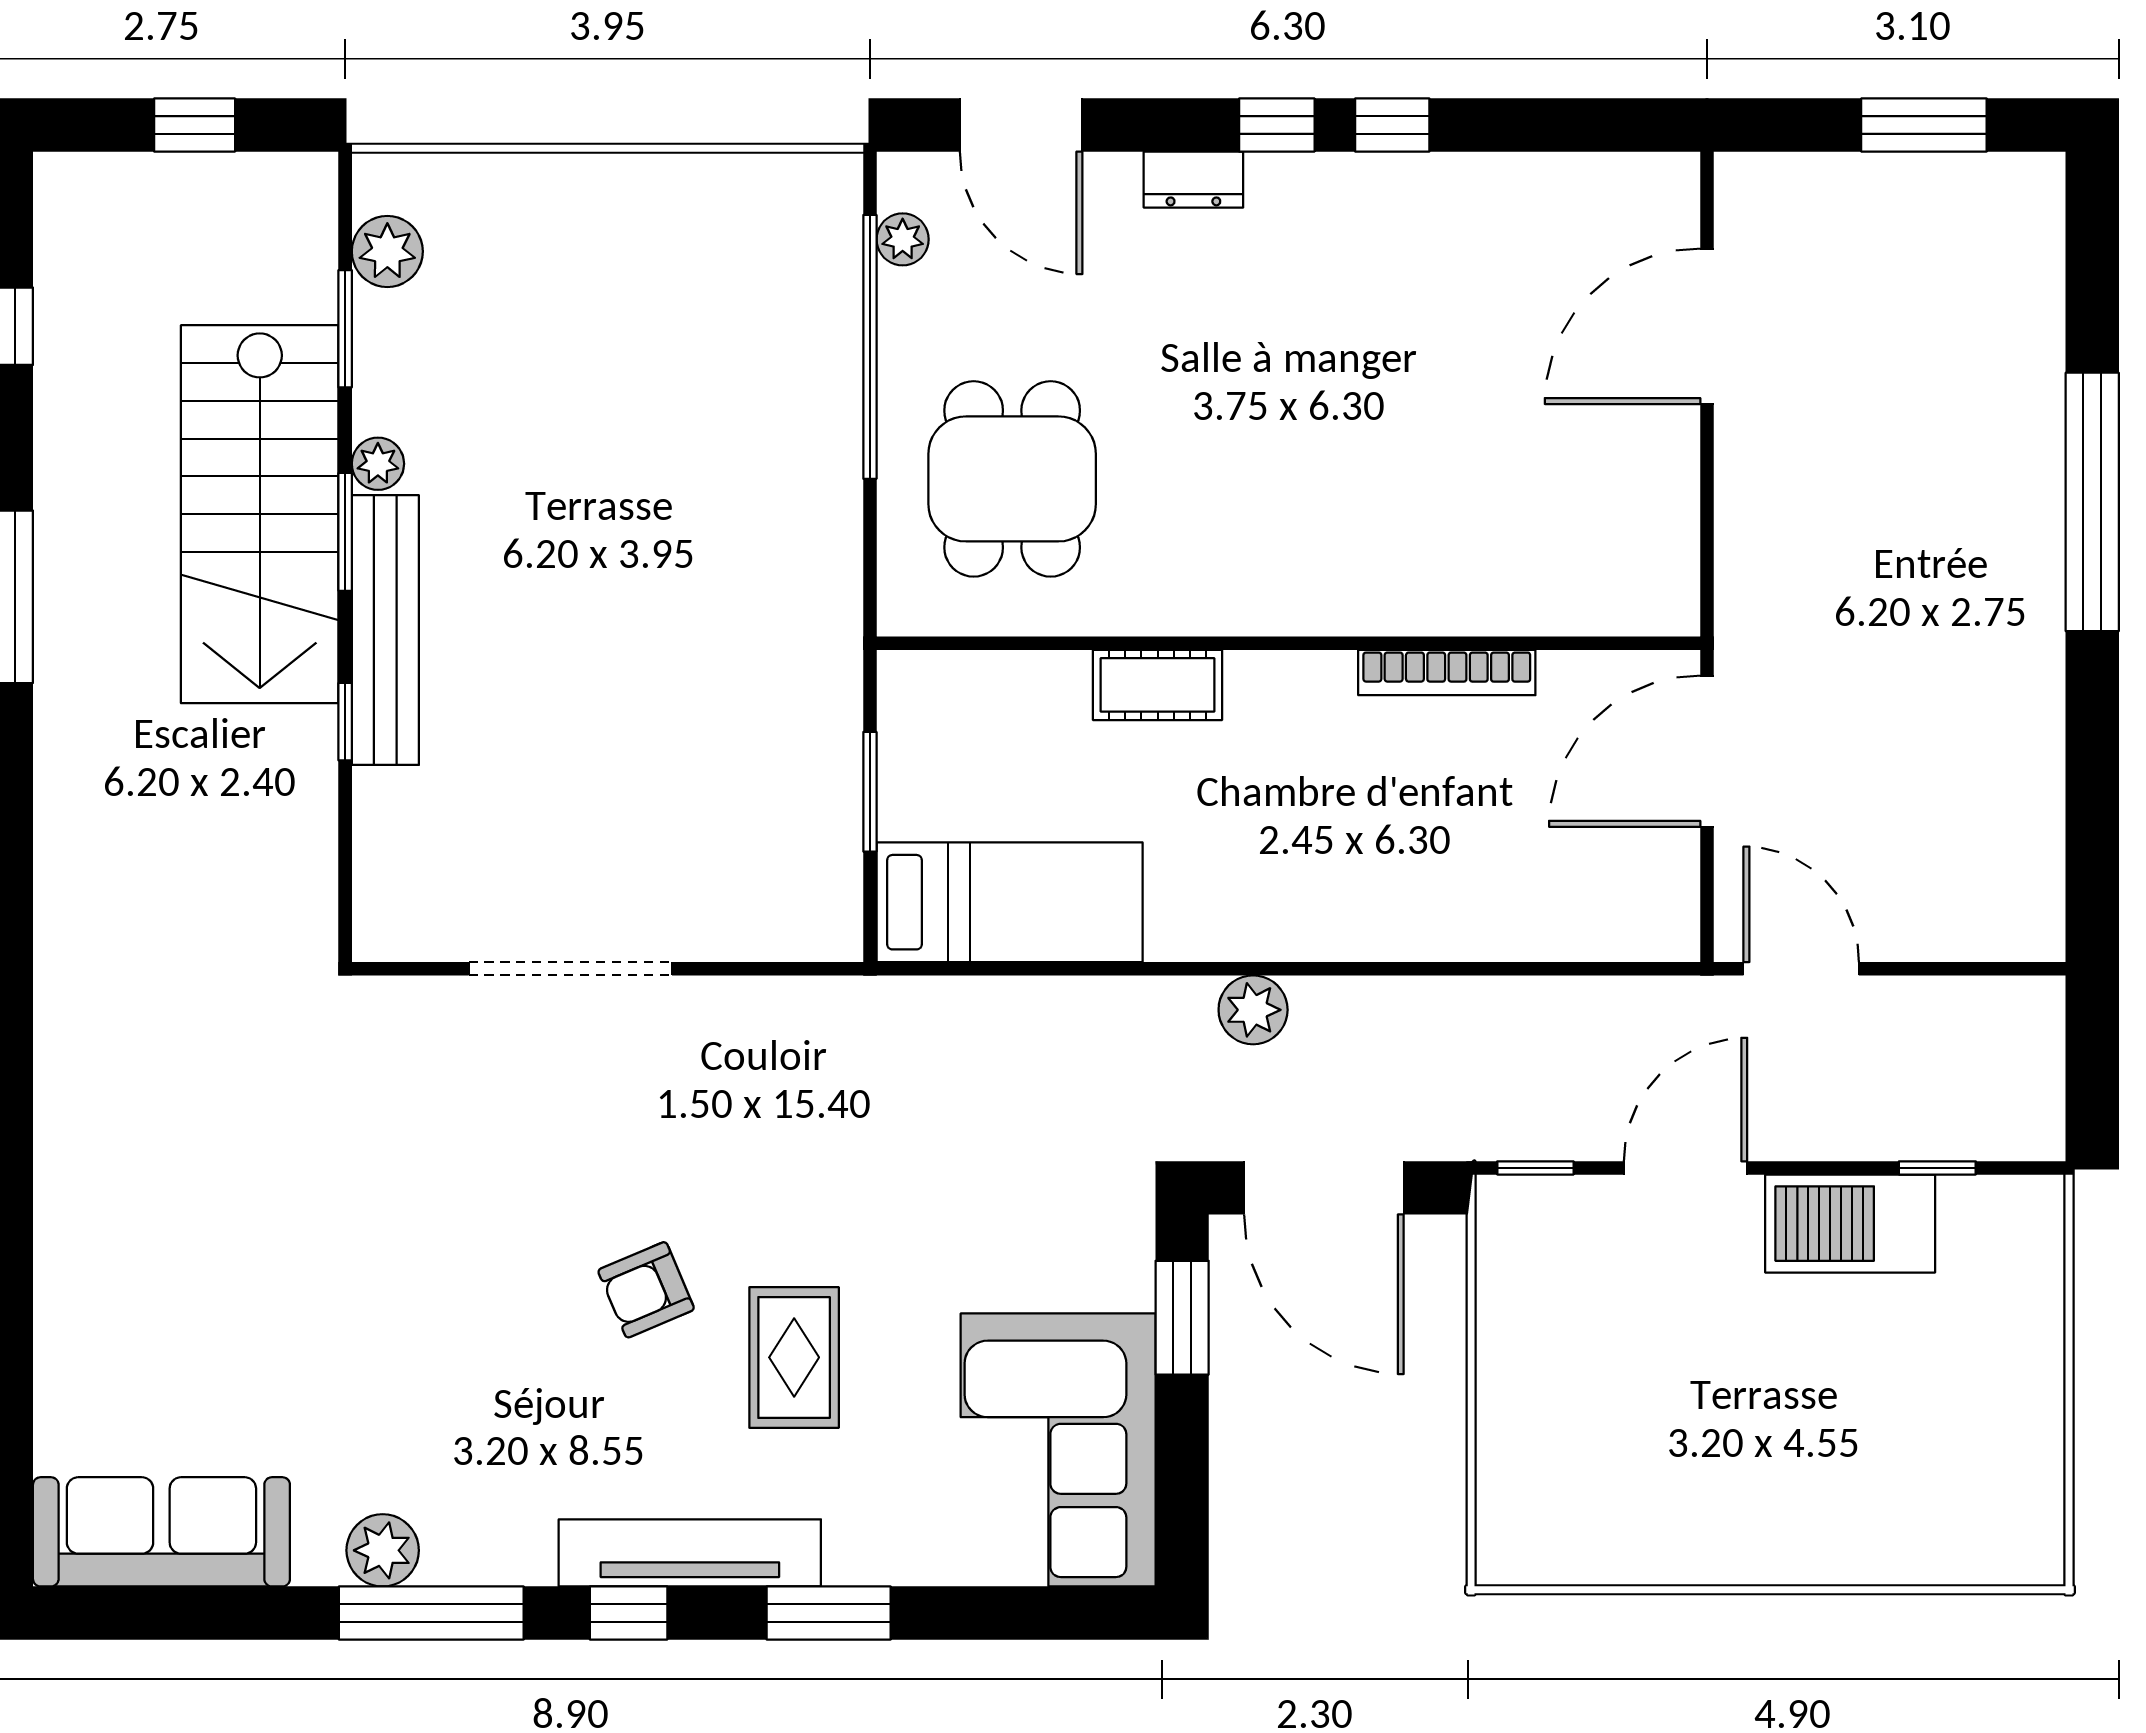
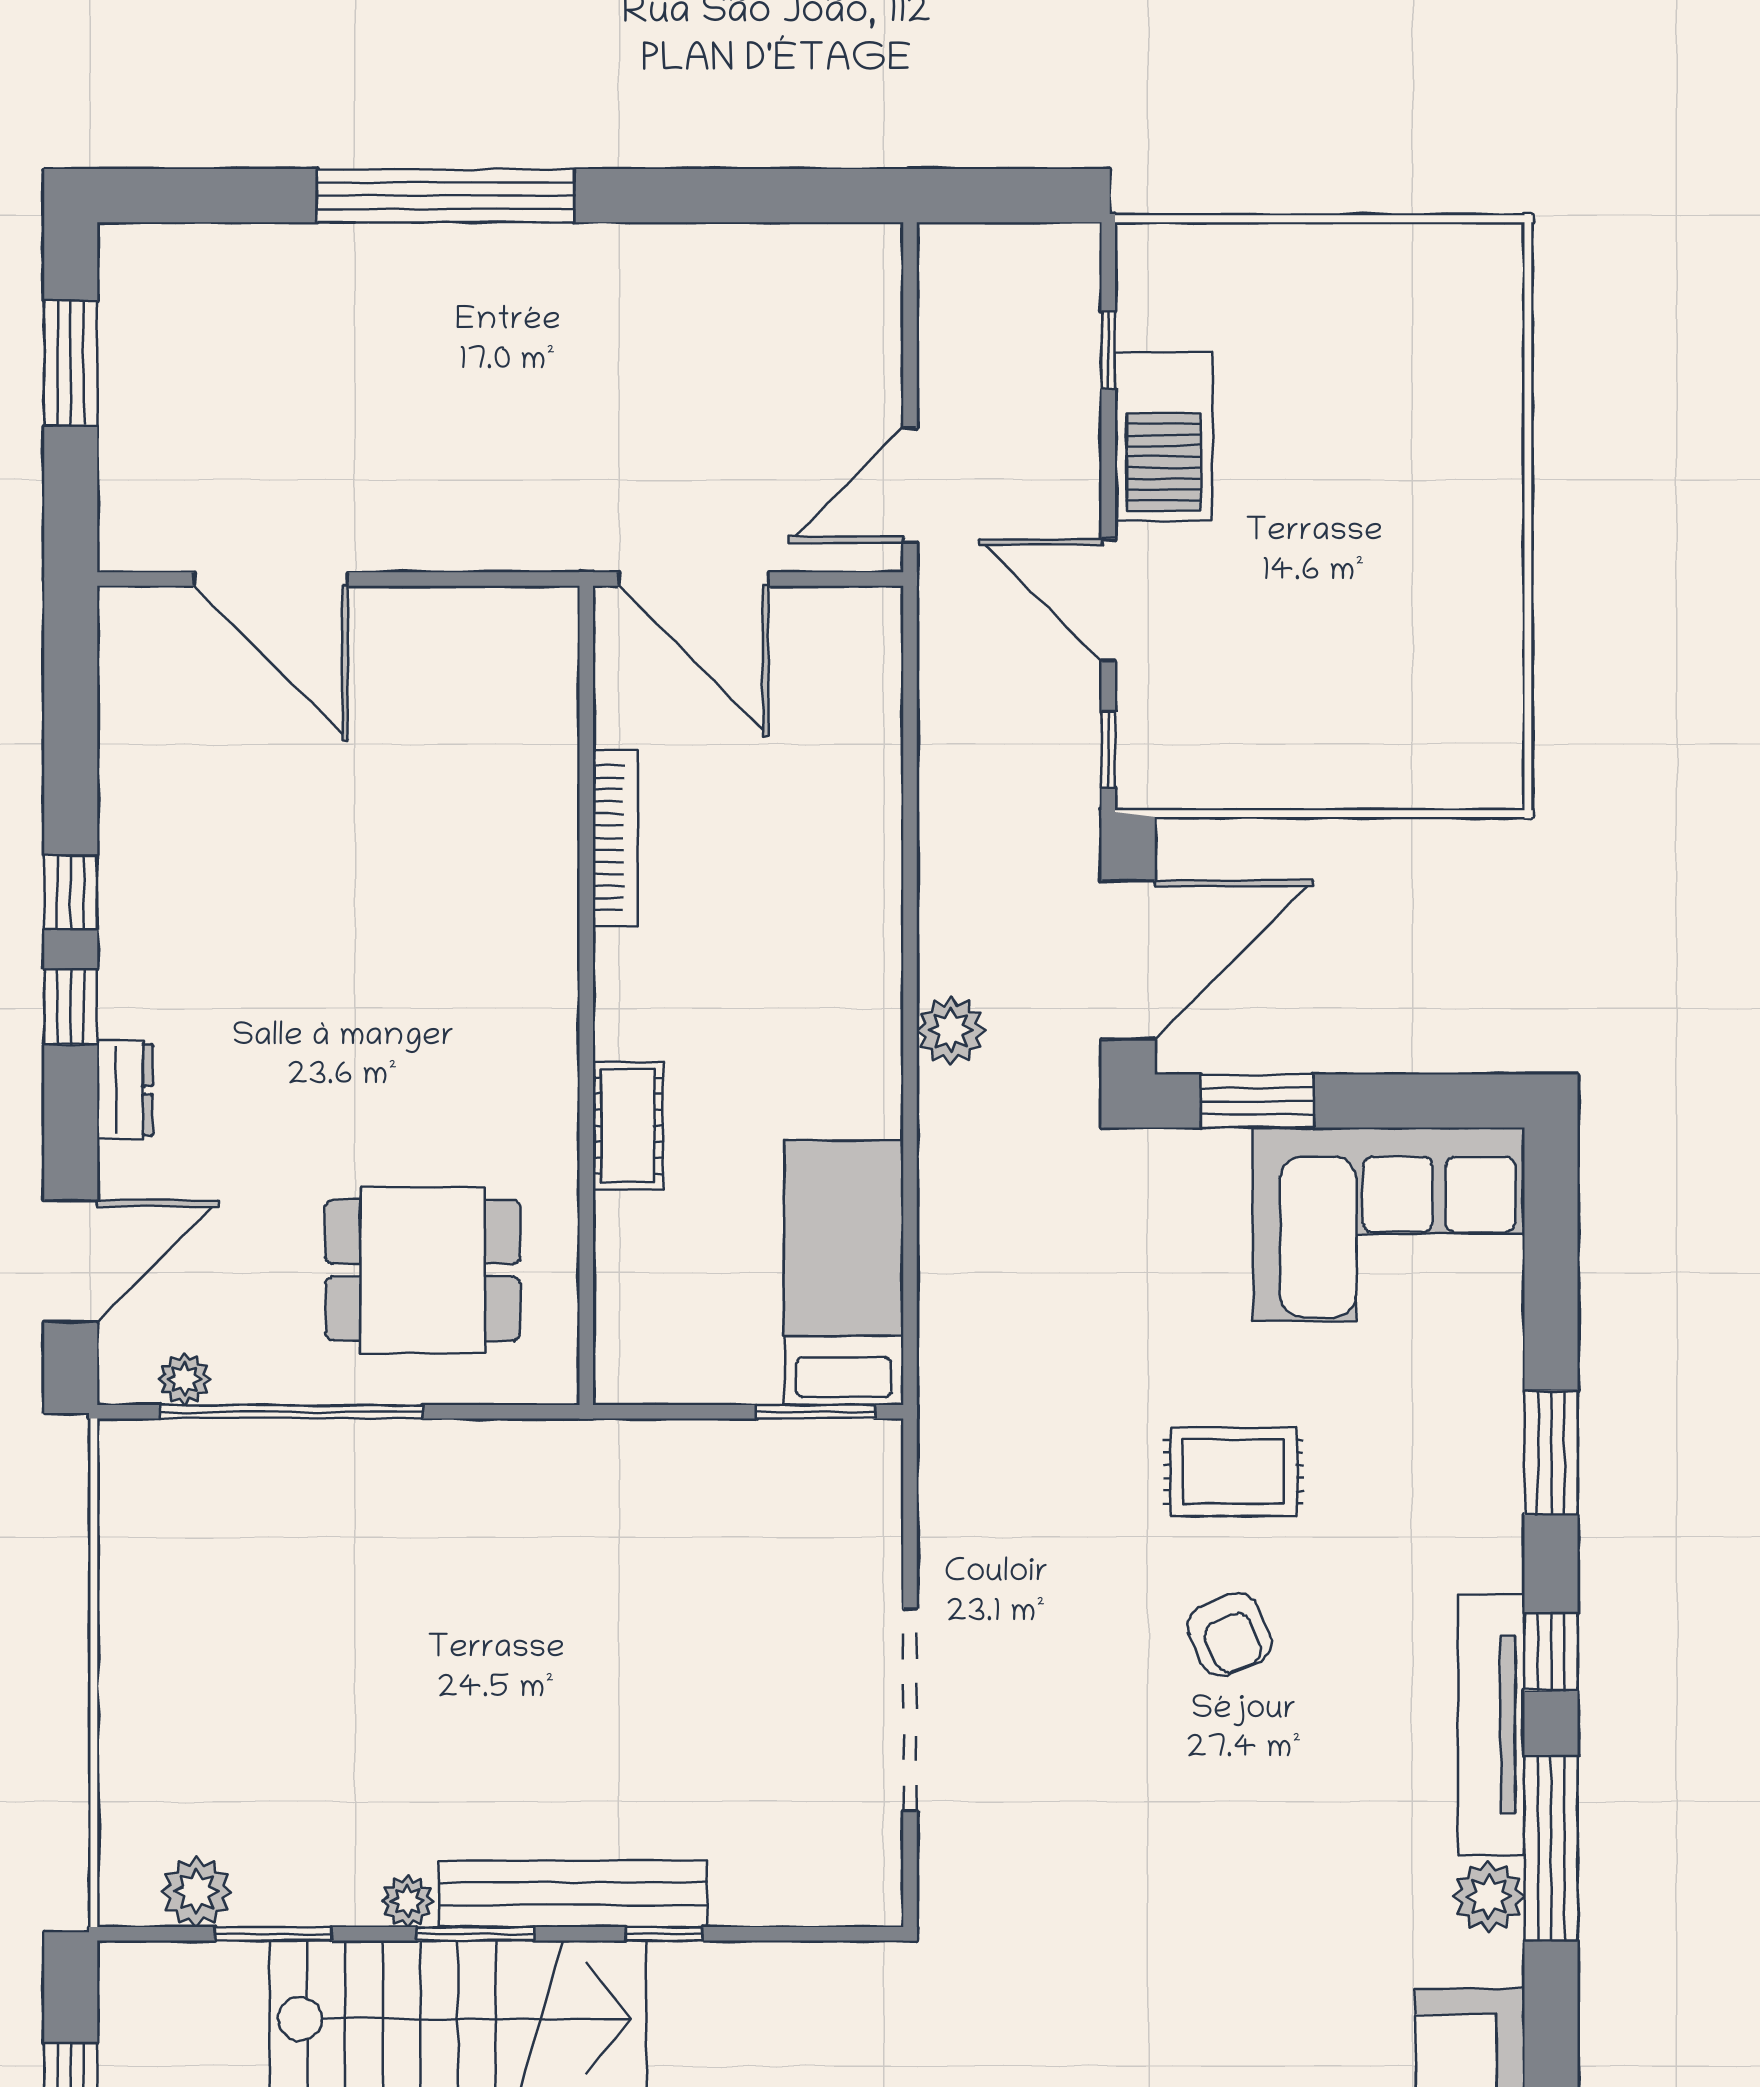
window: (870, 792) -> (816, 1412), moved
rug: (794, 1357) -> (1233, 1472), moved
tv unit: (690, 1553) -> (1491, 1725), moved

